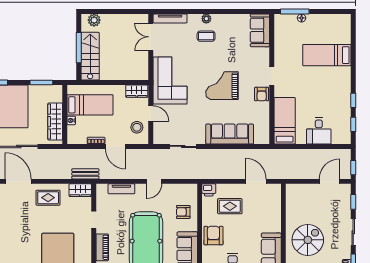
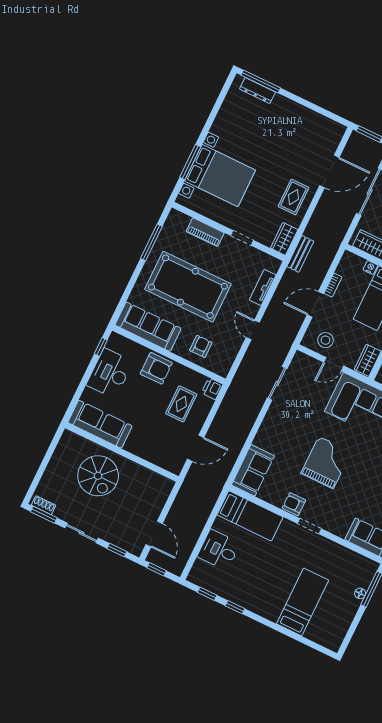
sofa: (230, 134) -> (253, 470), moved, width x0.73

